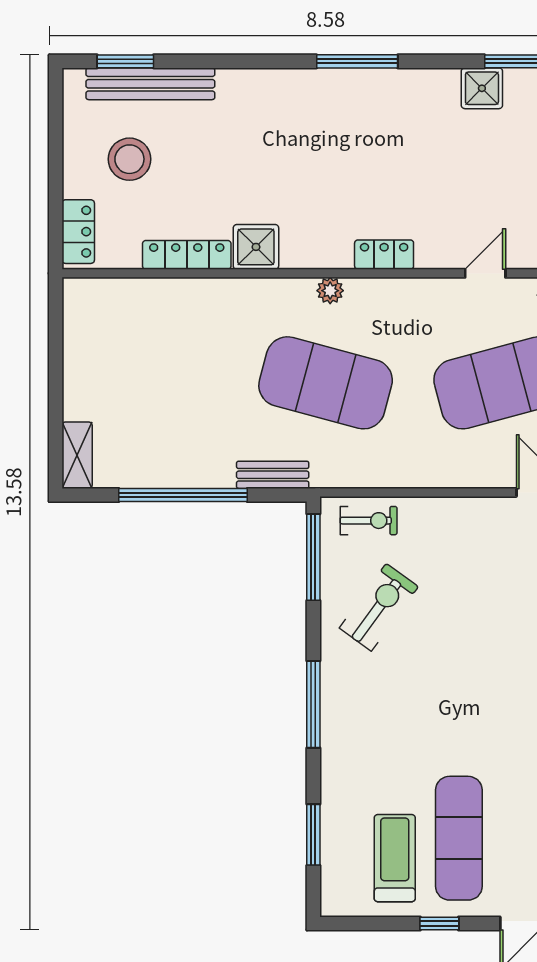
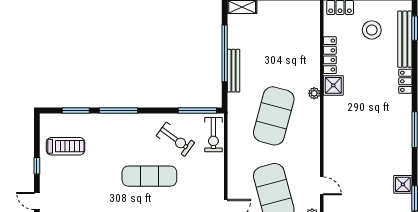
locker: (384, 255) -> (405, 81), moved, turned 180
plant: (330, 291) -> (314, 93), moved
bench: (273, 475) -> (233, 71), moved, width x1.36
exercise bike: (369, 521) -> (213, 135), width x1.38, depth x1.39
window: (313, 704) -> (118, 111), moved
exercise mat: (459, 838) -> (149, 176), moved

